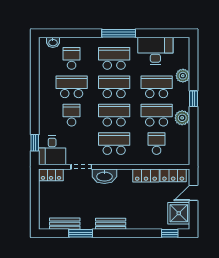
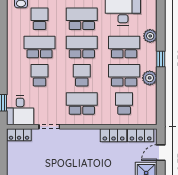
school desk: (114, 115) -> (82, 75), width x0.54
washbasin: (104, 176) -> (72, 136), removed

